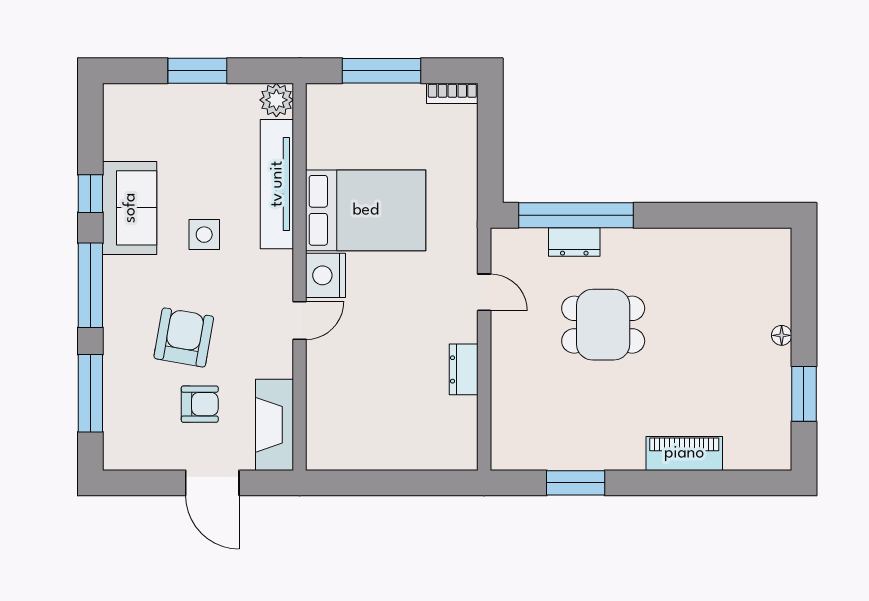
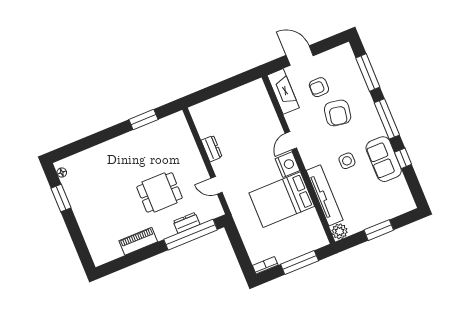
floor lamp: (782, 335) -> (62, 172), moved
piano: (684, 453) -> (138, 241), moved, turned 180

